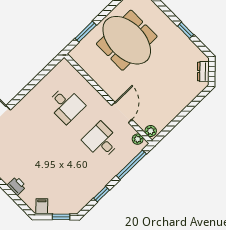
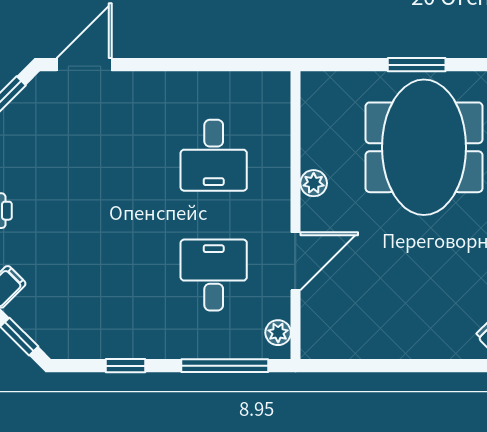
window: (86, 32) -> (417, 65), moved
plant: (151, 131) -> (314, 183), moved

